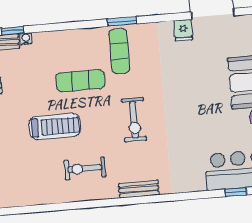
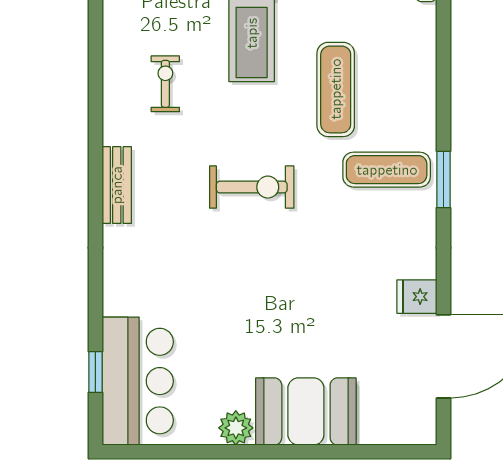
exercise bike: (134, 120) -> (252, 187), turned 180
exercise bike: (85, 168) -> (165, 84), width x0.73, depth x0.72

